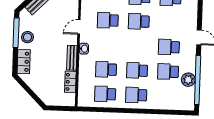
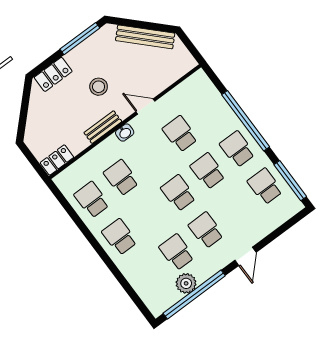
stool: (27, 37) -> (99, 87), moved
school desk: (137, 71) -> (178, 193), moved
locker: (70, 82) -> (57, 160), moved

